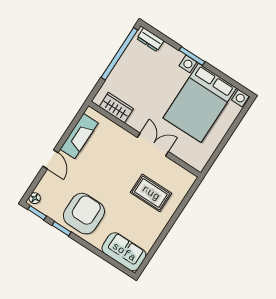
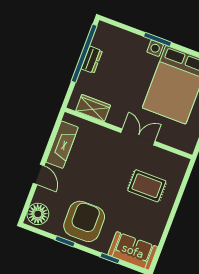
dresser: (150, 40) -> (92, 60), moved, turned -90
floor lamp: (35, 198) -> (38, 214), width x1.89, depth x1.89
window: (37, 213) -> (110, 258), moved

